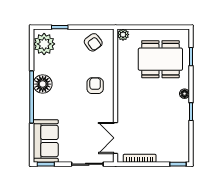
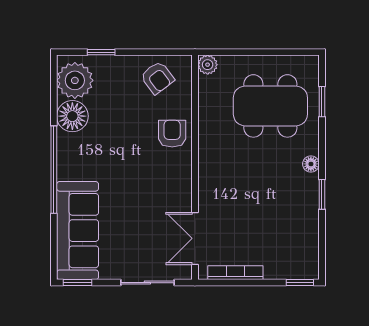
floor lamp: (43, 84) -> (72, 116), moved
armchair: (95, 86) -> (172, 134), moved
sofa: (46, 141) -> (78, 231), width x1.36

